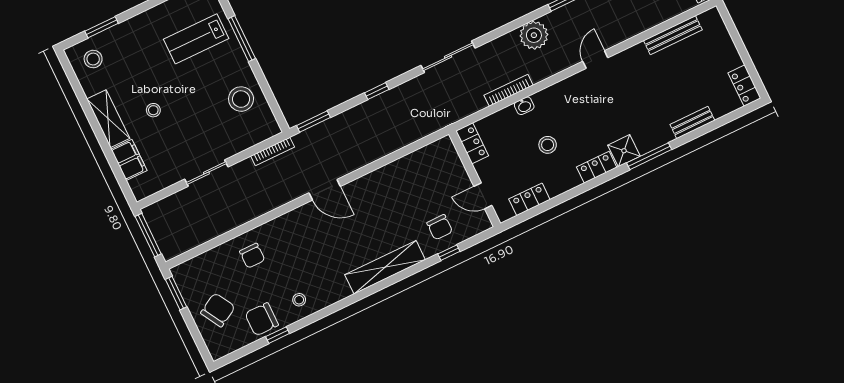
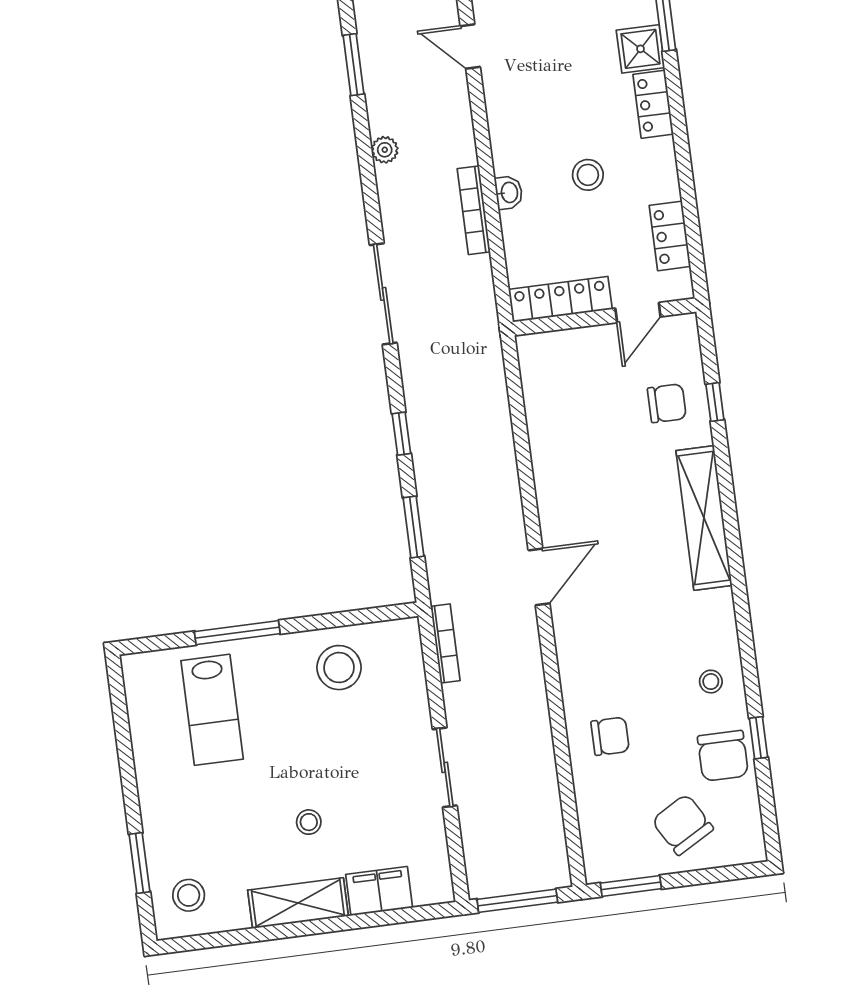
plant: (534, 35) -> (385, 150), width x0.53, depth x0.53
window: (313, 122) -> (414, 527), moved
locker: (472, 143) -> (560, 299), width x1.53

